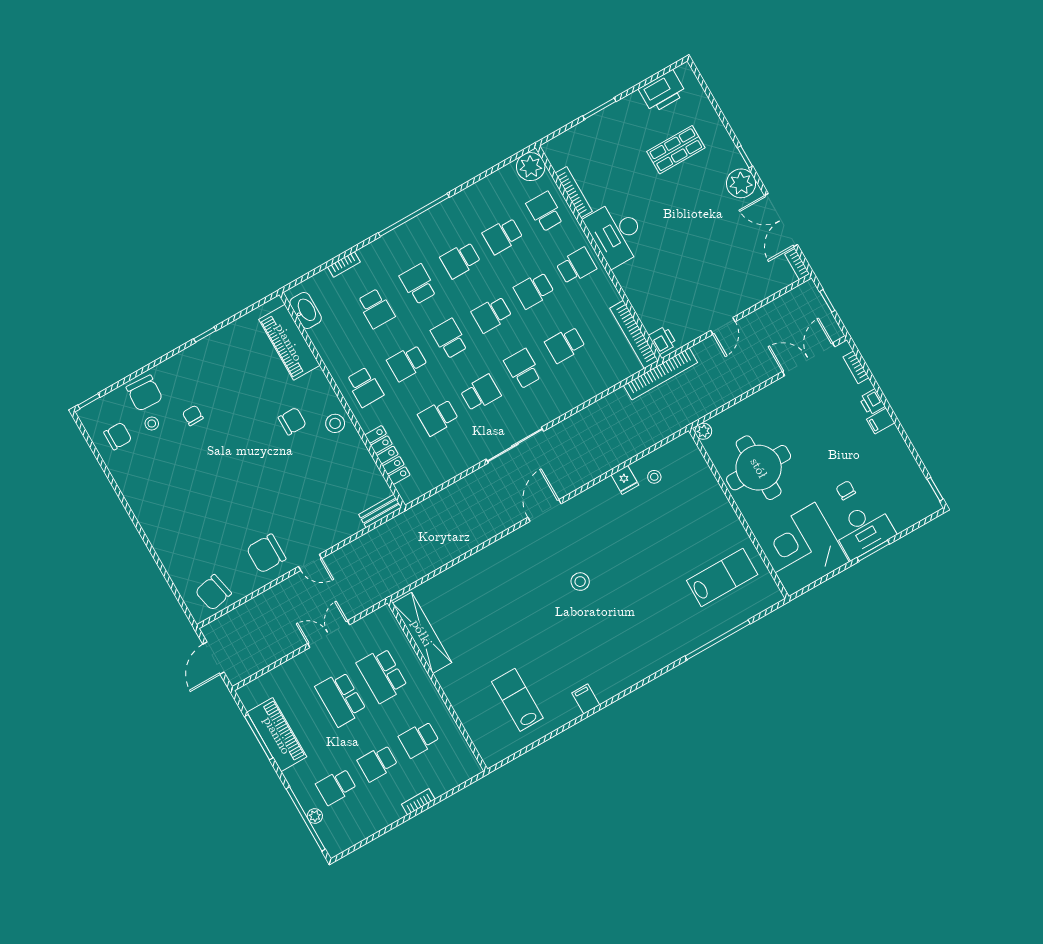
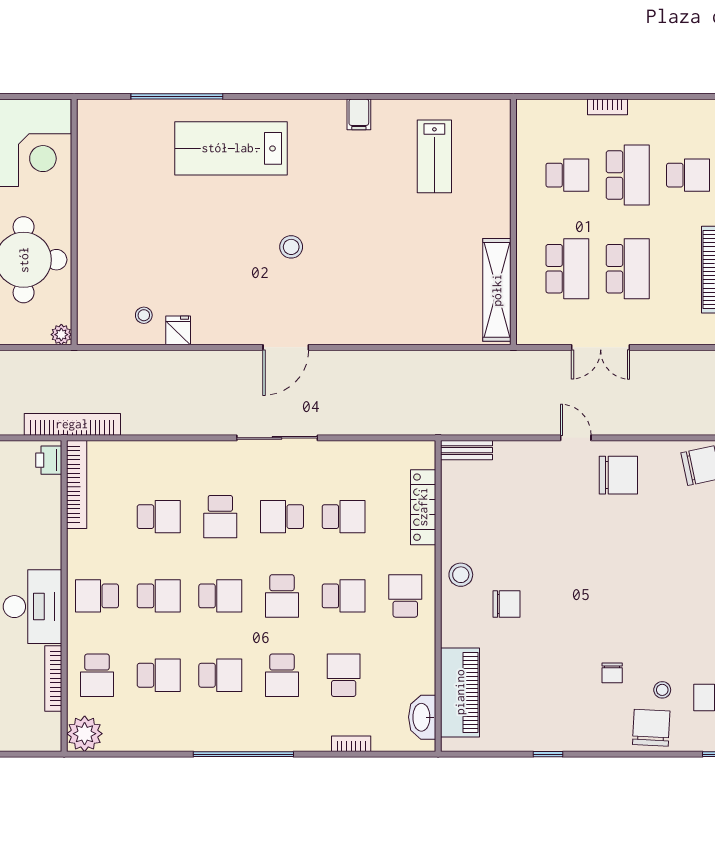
chair: (292, 421) -> (506, 604), turned 180
lab bench: (722, 578) -> (231, 148), moved, width x1.36, depth x1.39
school desk: (378, 763) -> (628, 175), width x1.85

